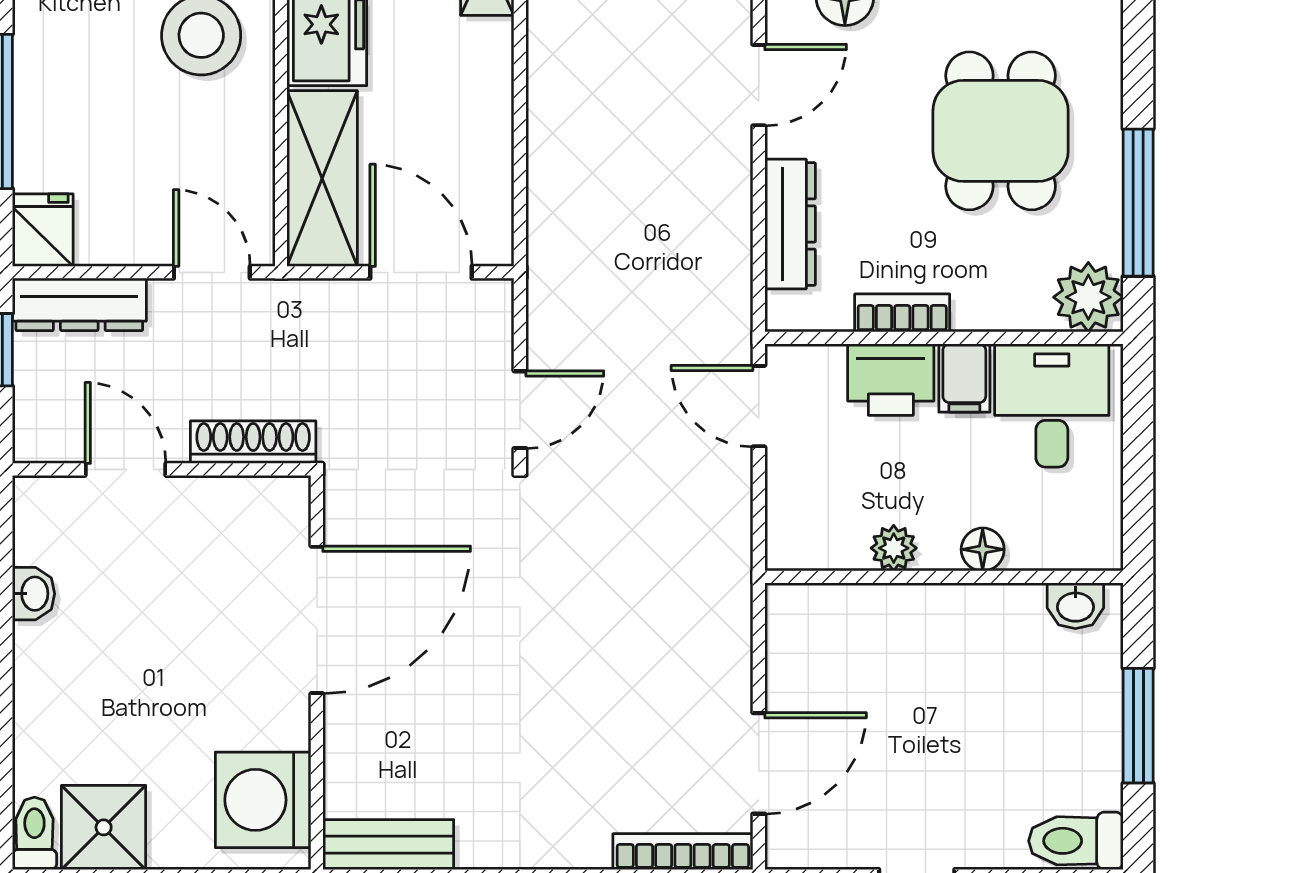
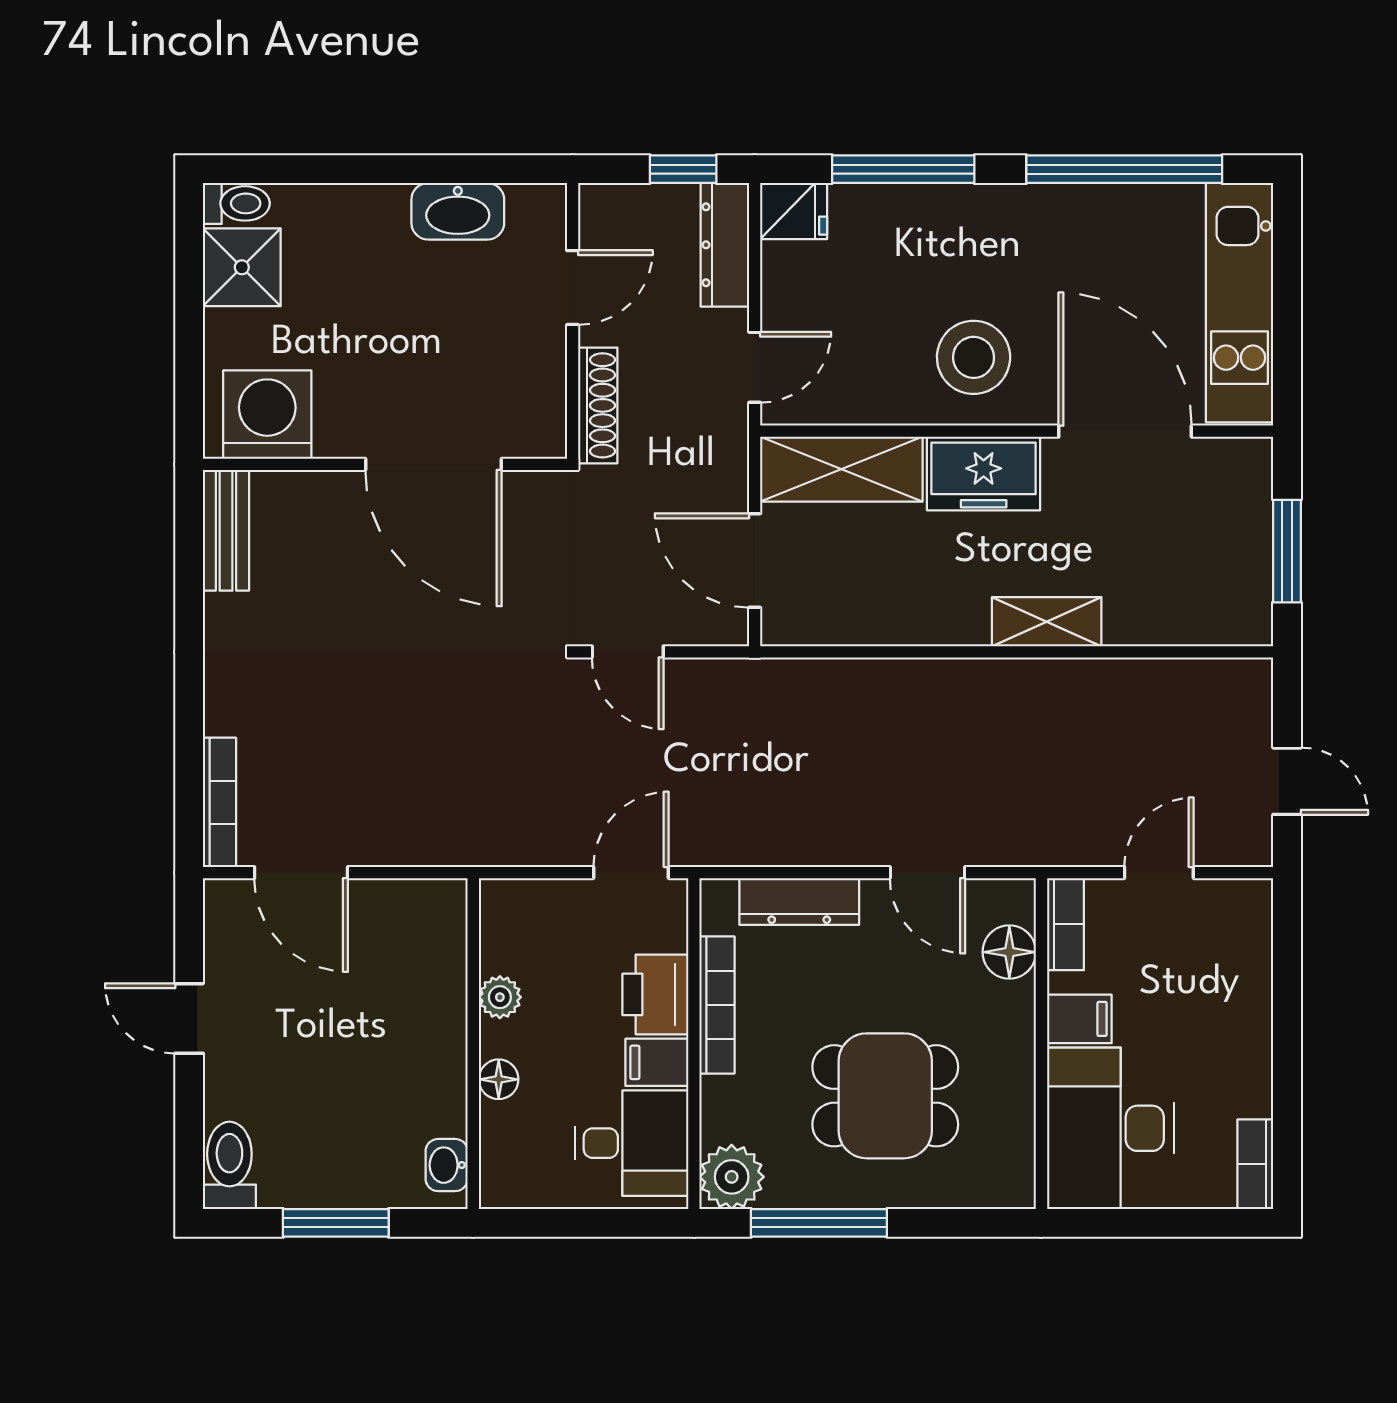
door: (421, 272) -> (755, 561), swing flipped
bookcase: (902, 313) -> (717, 1005), width x1.56
washbasin: (33, 594) -> (458, 211), width x1.91, depth x1.45

